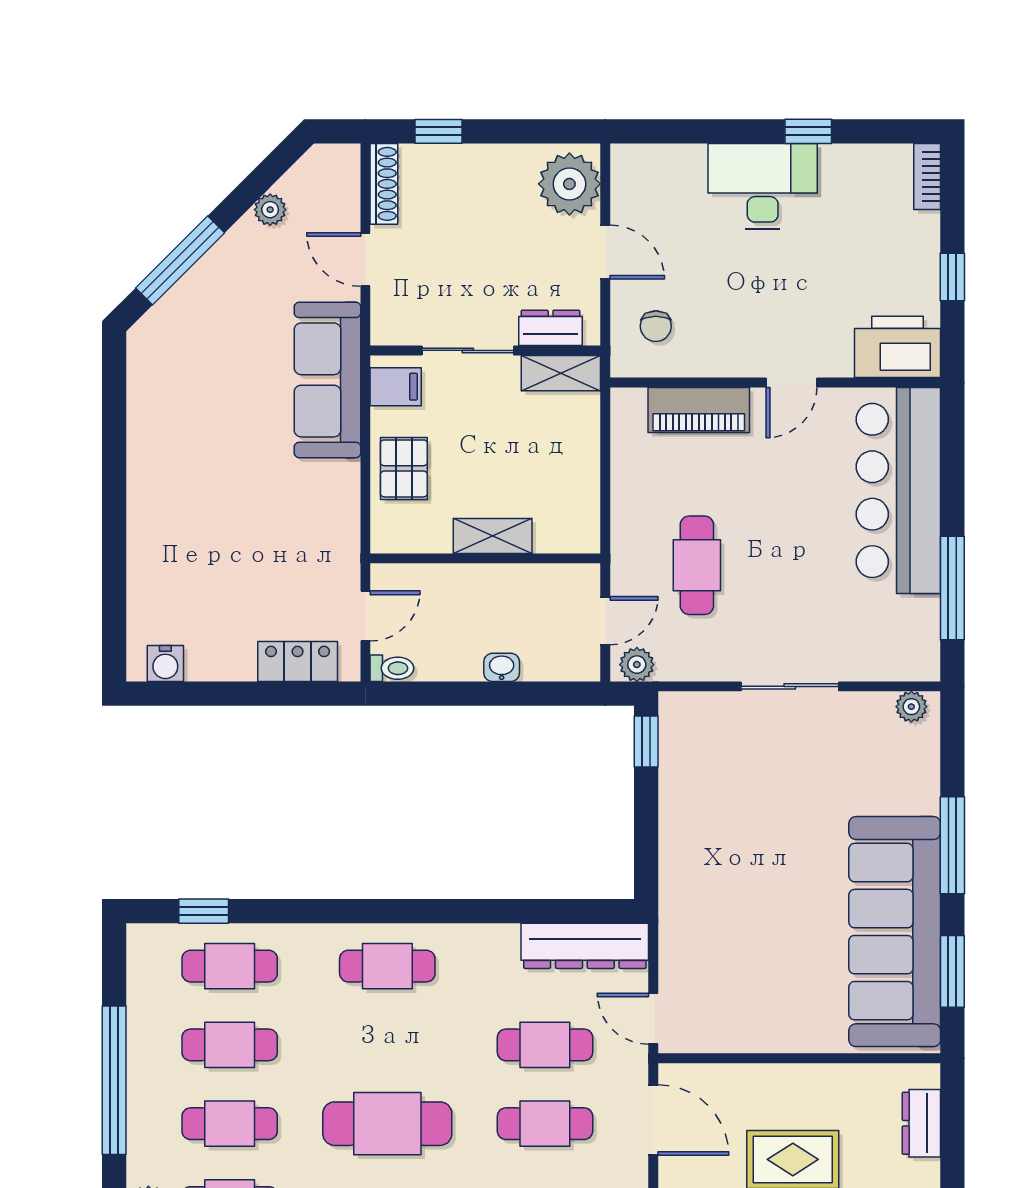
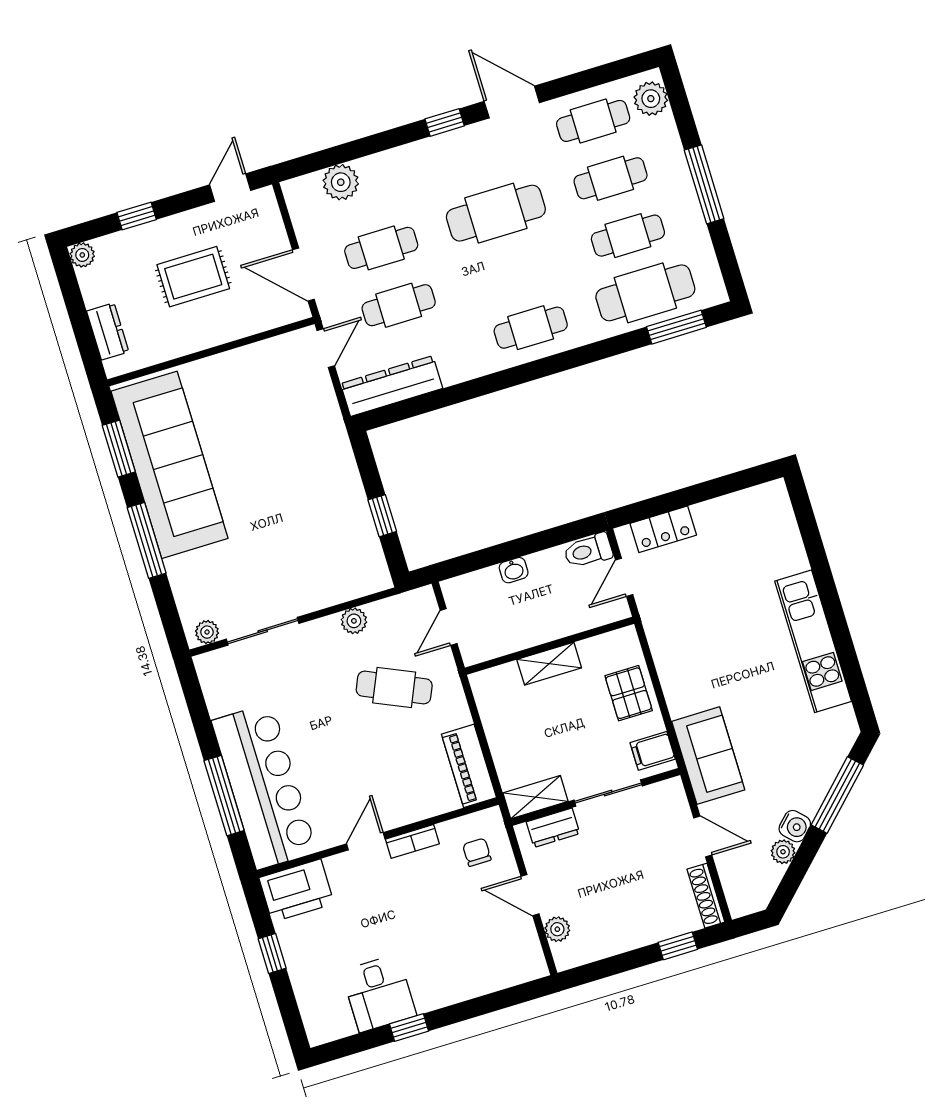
bookcase: (927, 177) -> (412, 841), moved, turned 90
plant: (569, 184) -> (557, 929), width x0.53, depth x0.53
desk: (763, 186) -> (379, 993), moved, width x0.73
sofa: (327, 380) -> (708, 756), width x0.73
piano: (699, 410) -> (469, 766), moved, turned -90
kitchen unit: (152, 463) -> (813, 641), added
cafe table: (697, 565) -> (394, 687), turned -66
window: (952, 588) -> (224, 796), moved
water cooler: (165, 664) -> (795, 826), moved, turned 135
plant: (637, 665) -> (354, 621), moved
toilet: (392, 668) -> (588, 551), width x1.37, depth x1.39
sliding door: (790, 686) -> (263, 631), moved
window: (646, 741) -> (382, 516), moved
window: (204, 911) -> (676, 327), width x1.50
cafe table: (230, 966) -> (645, 293), width x1.37, depth x1.35
door: (653, 1019) -> (326, 348), hinge flipped
window: (114, 1080) -> (704, 184), width x0.68

